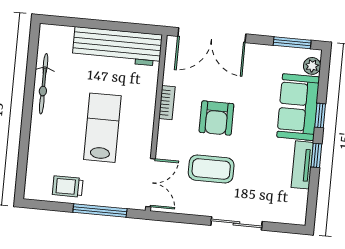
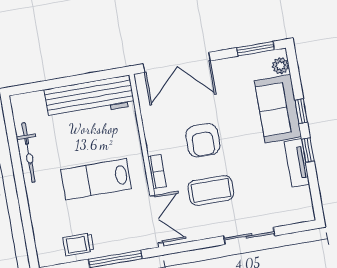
bookcase: (167, 103) -> (157, 171), moved
lab bench: (102, 128) -> (96, 179), turned -90

